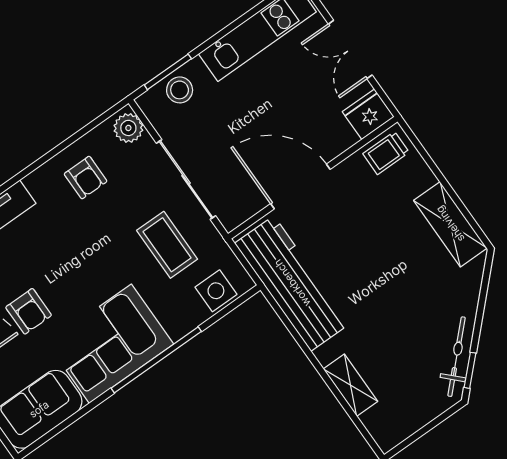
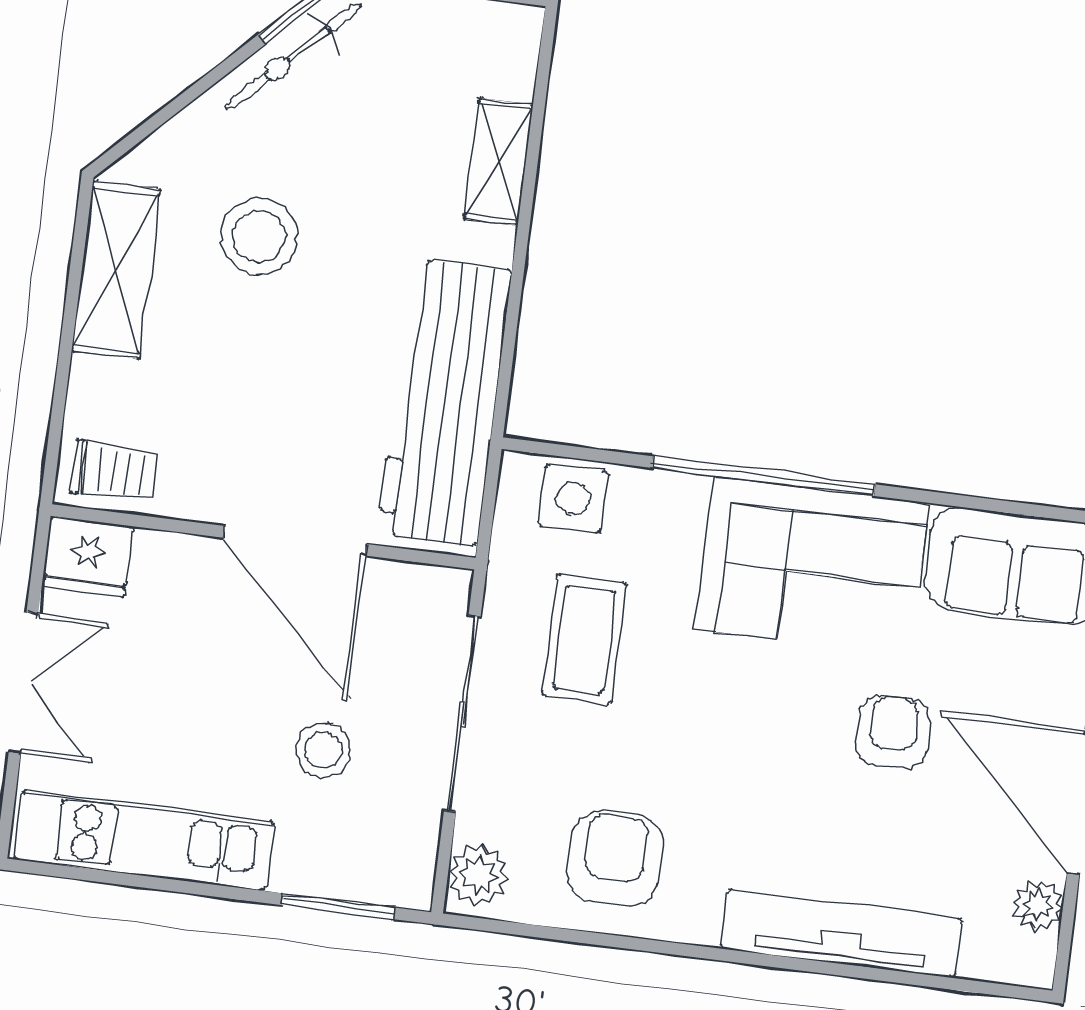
stool: (180, 90) -> (323, 750), moved
armchair: (86, 178) -> (615, 859), width x1.38, depth x1.38
stool: (411, 282) -> (259, 236), added

